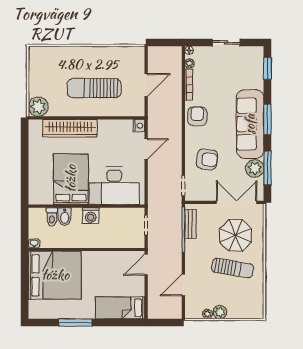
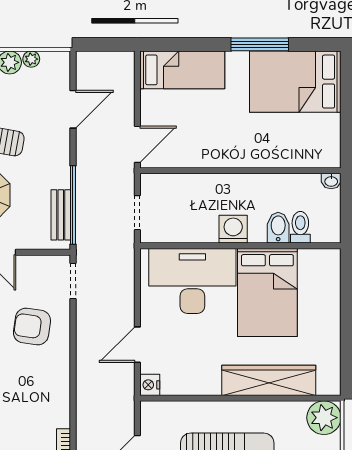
armchair: (197, 116) -> (49, 401), removed
bed: (55, 275) -> (295, 82), moved, width x0.73

